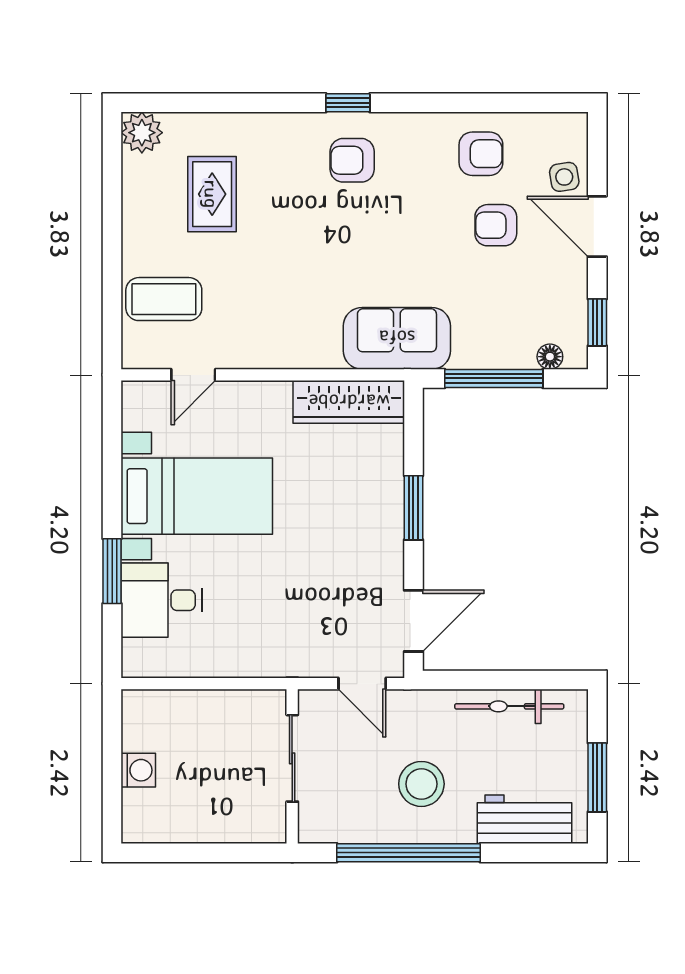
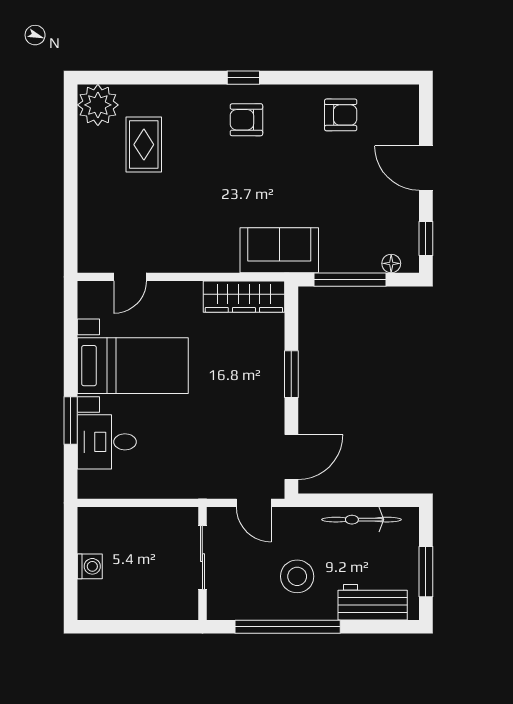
plant: (142, 133) -> (98, 105), width x1.36, depth x1.36
side table: (564, 177) -> (402, 132), removed
armchair: (496, 225) -> (352, 167), removed
coffee table: (164, 299) -> (109, 221), removed

